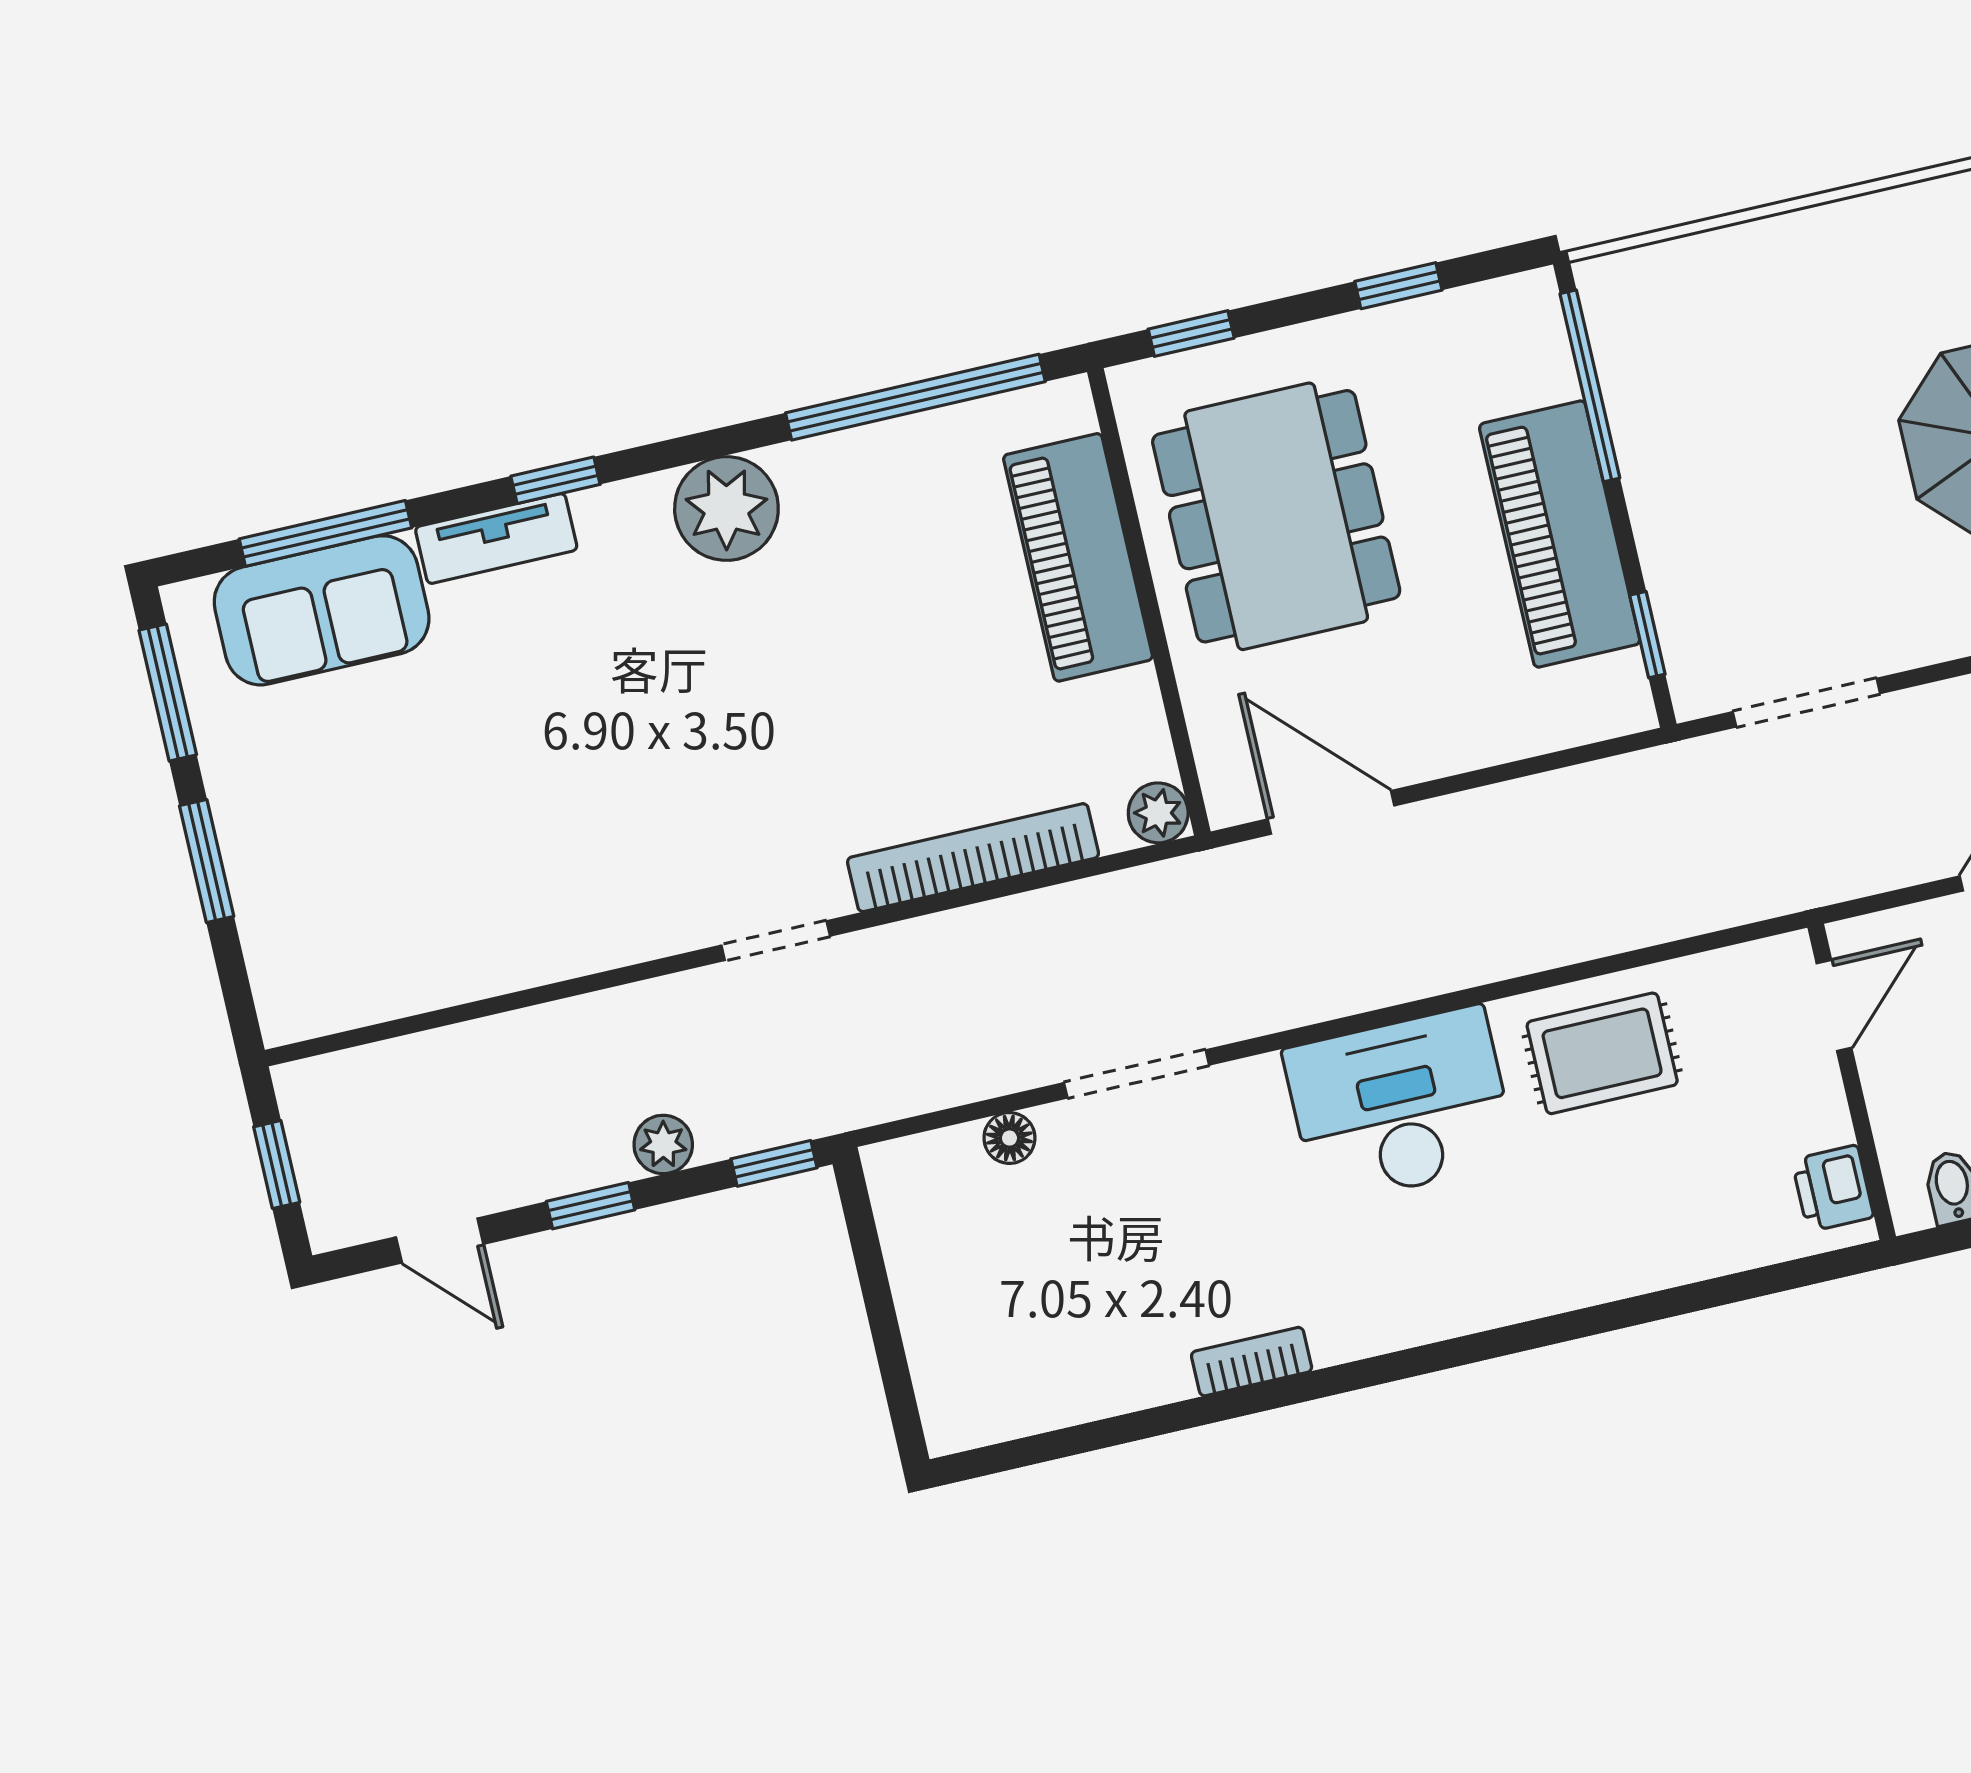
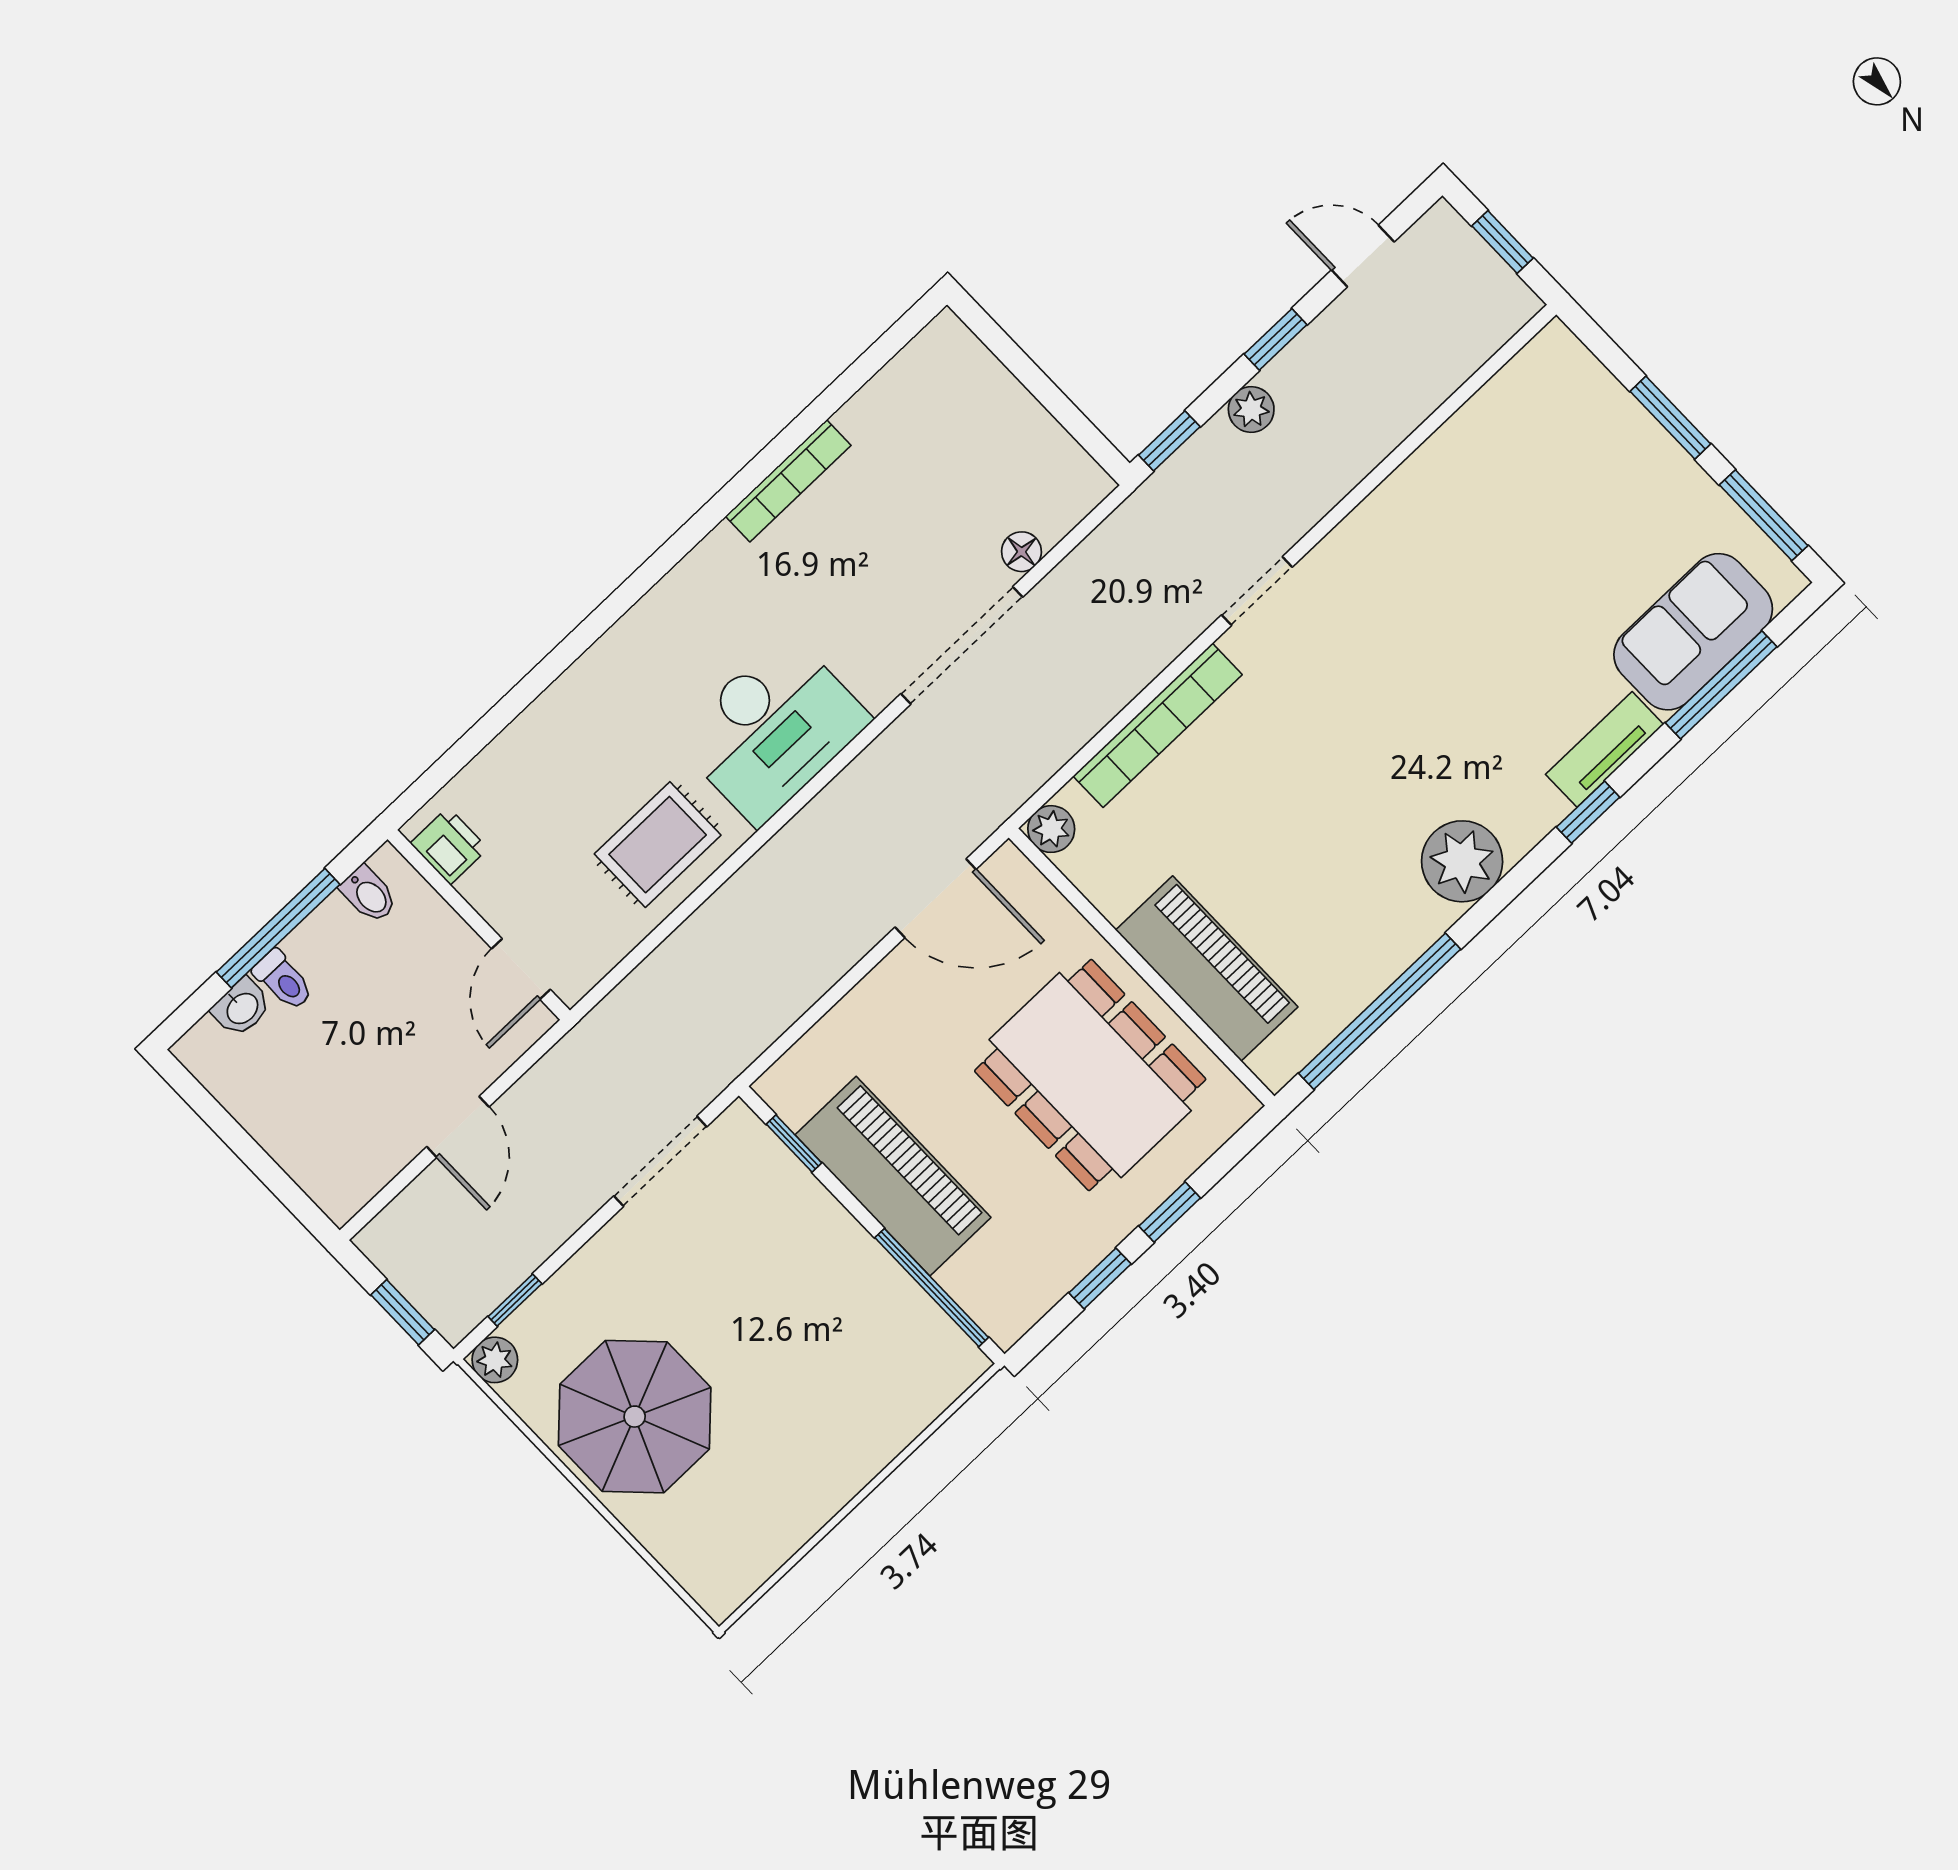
window: (1191, 334) -> (1170, 1212), moved
doorway: (1137, 1074) -> (962, 645), width x1.36
bookcase: (1252, 1362) -> (788, 481), width x1.56

